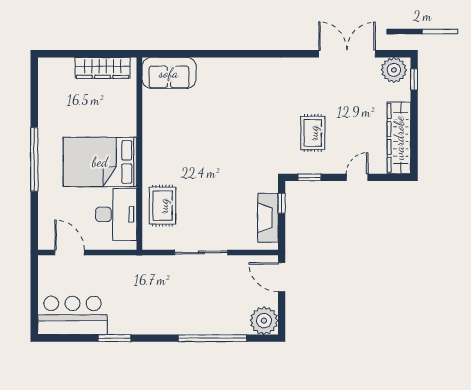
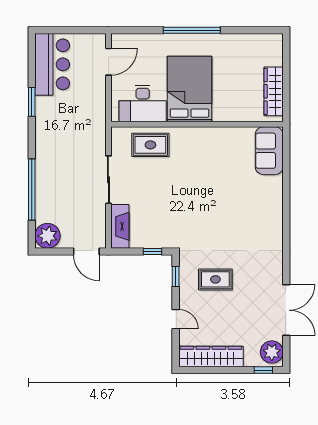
fireplace: (268, 218) -> (120, 226), moved, turned 90
door: (282, 277) -> (86, 252), swing flipped

